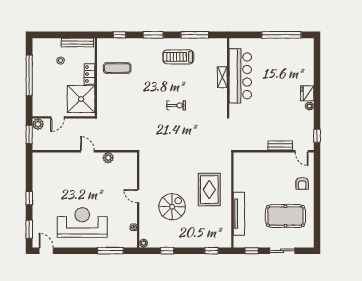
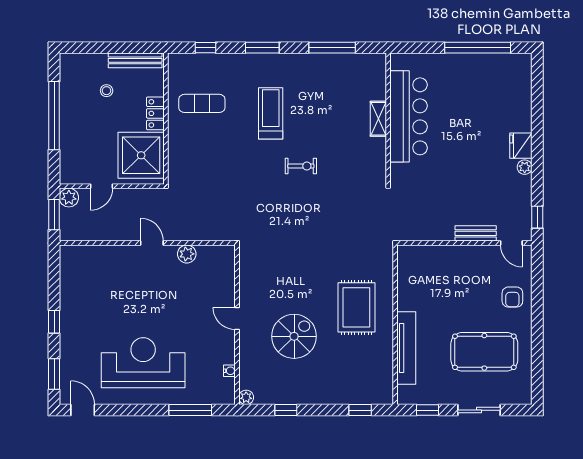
treadmill: (178, 57) -> (271, 113), moved, turned 90

